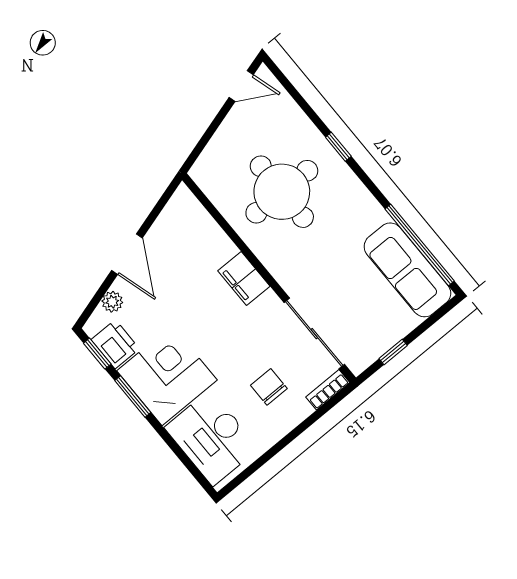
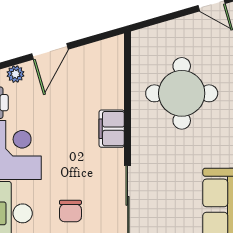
chair: (269, 387) -> (70, 211), turned 180

